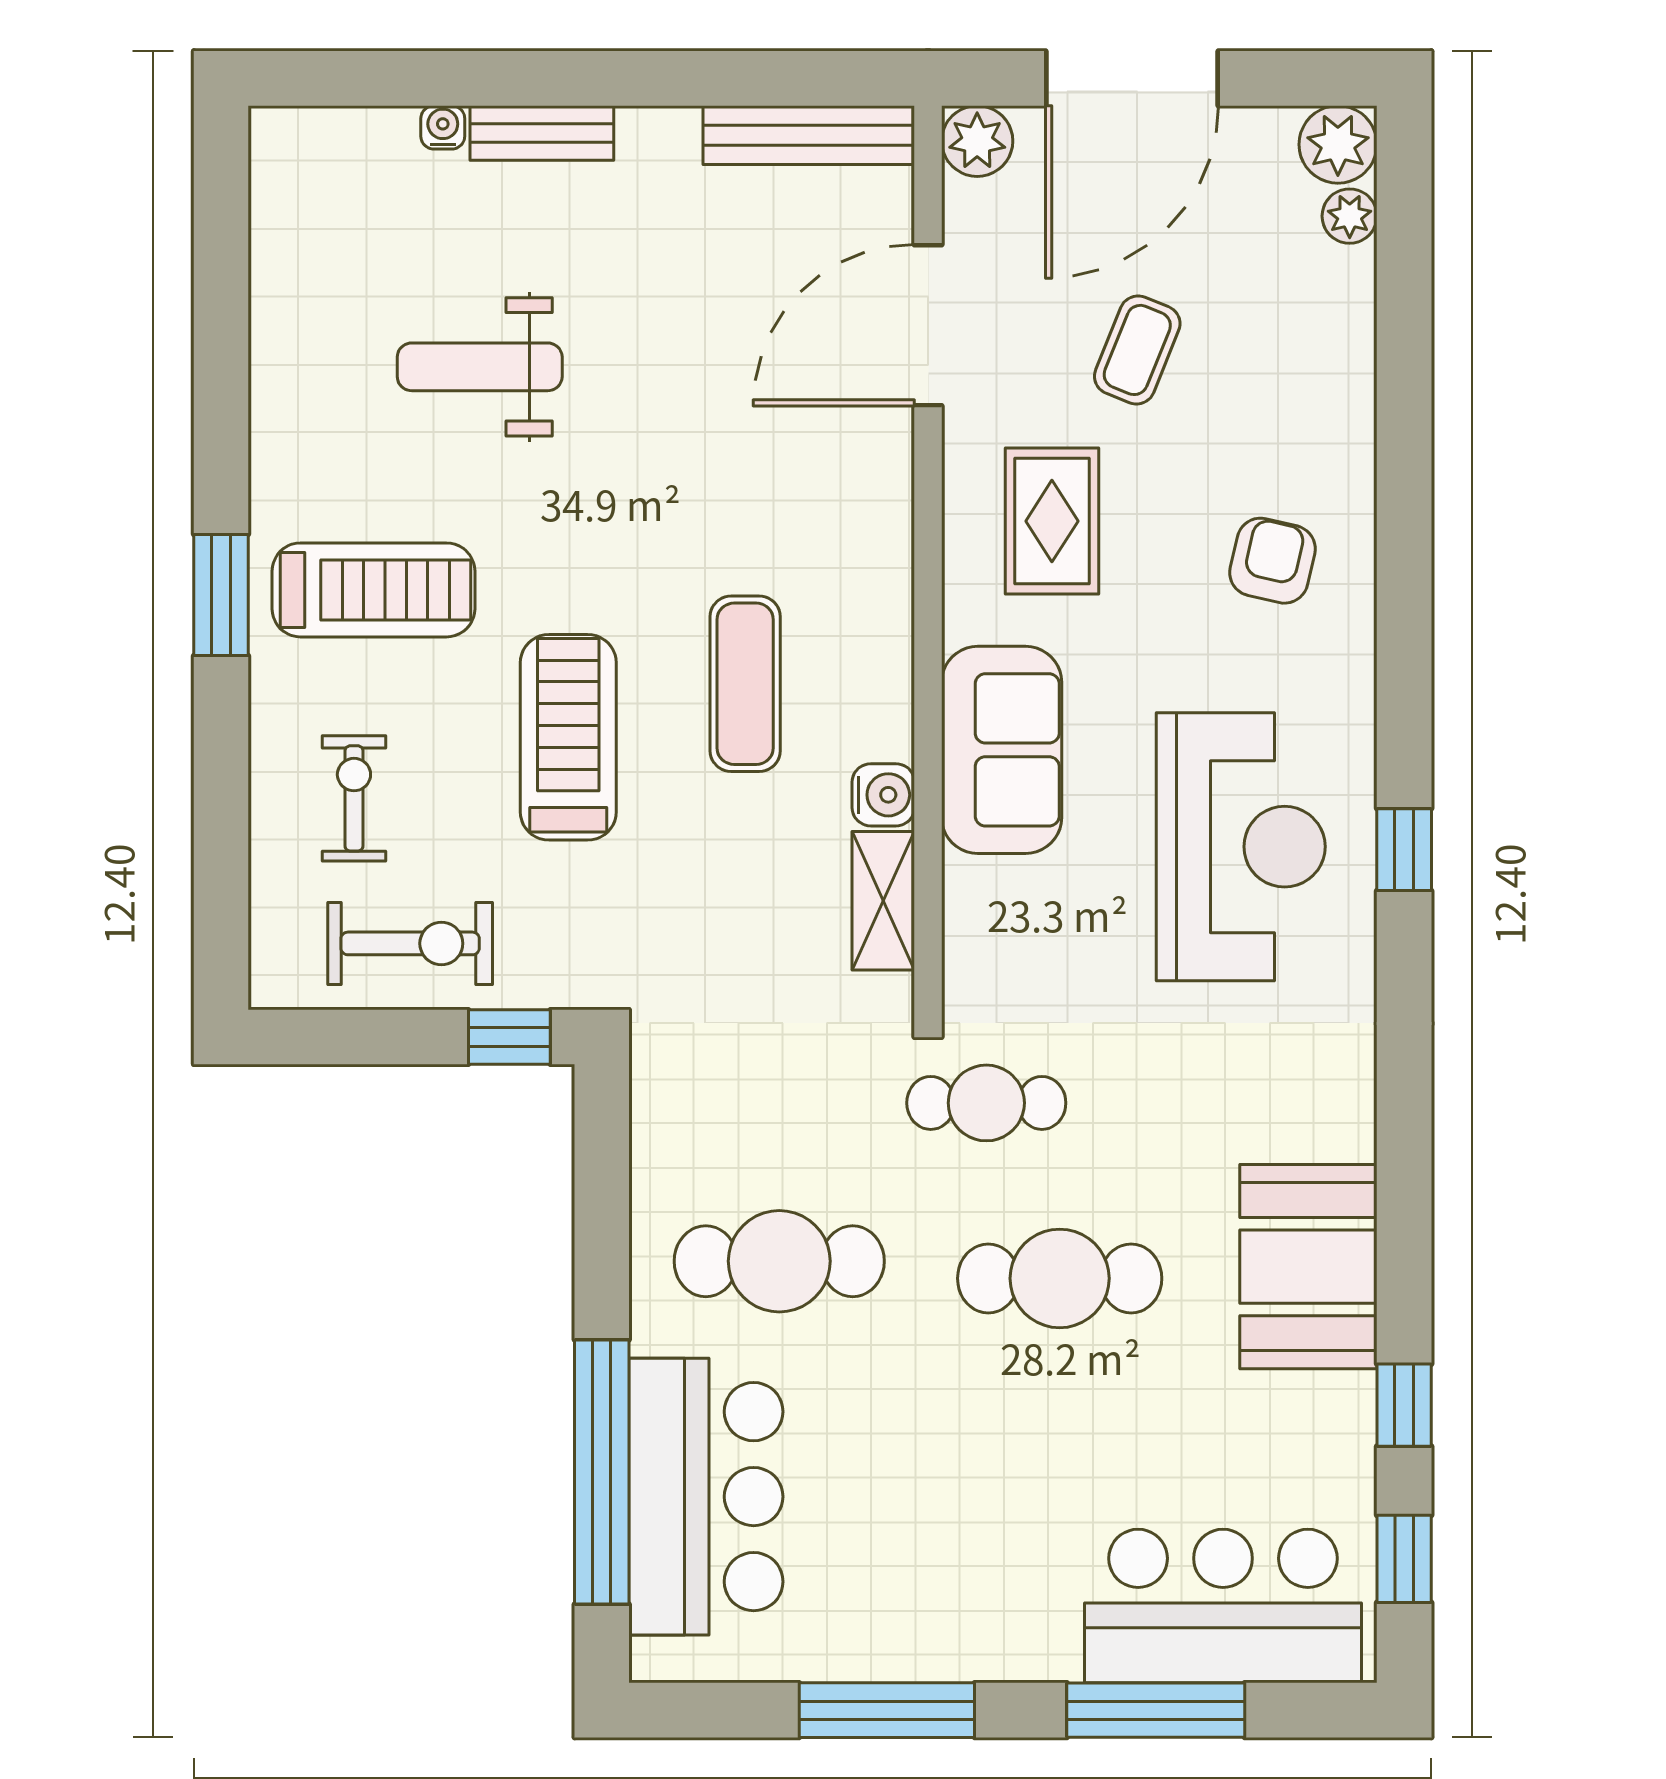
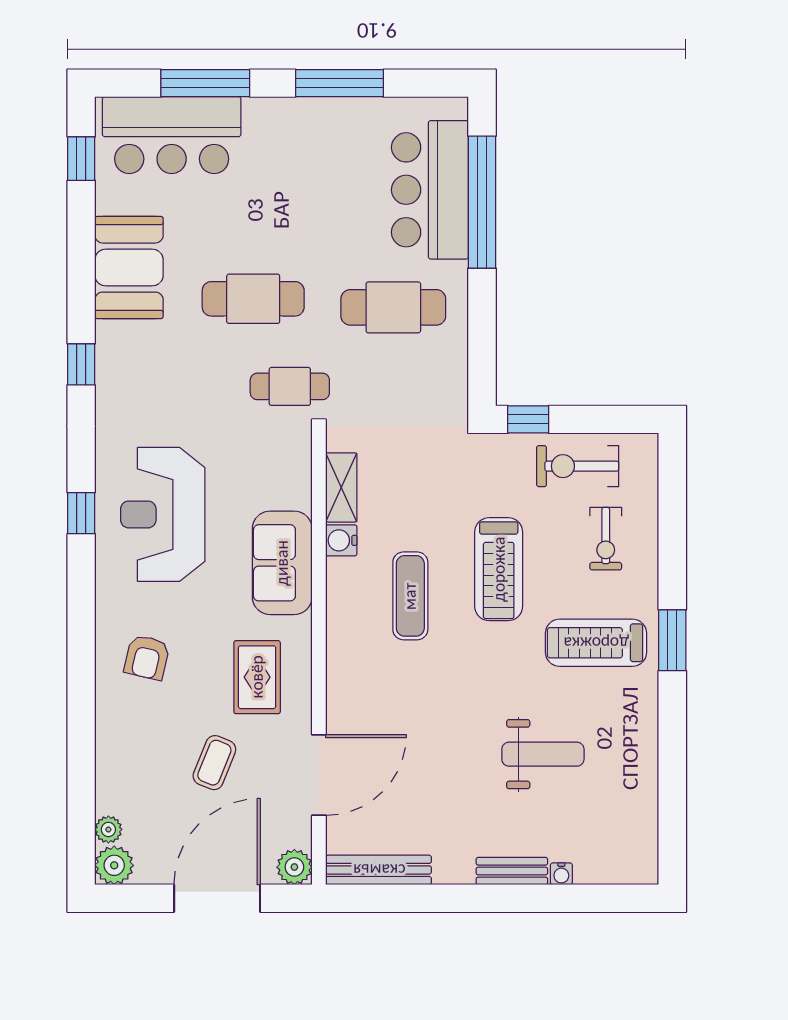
booth: (1308, 1267) -> (129, 268), moved
window: (1404, 1405) -> (81, 364), moved

